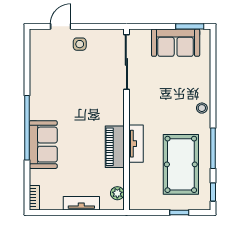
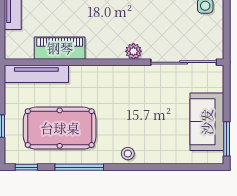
tv unit: (136, 144) -> (36, 74), moved, width x1.41
piano: (115, 147) -> (60, 48), moved
plant: (117, 193) -> (133, 51), moved

